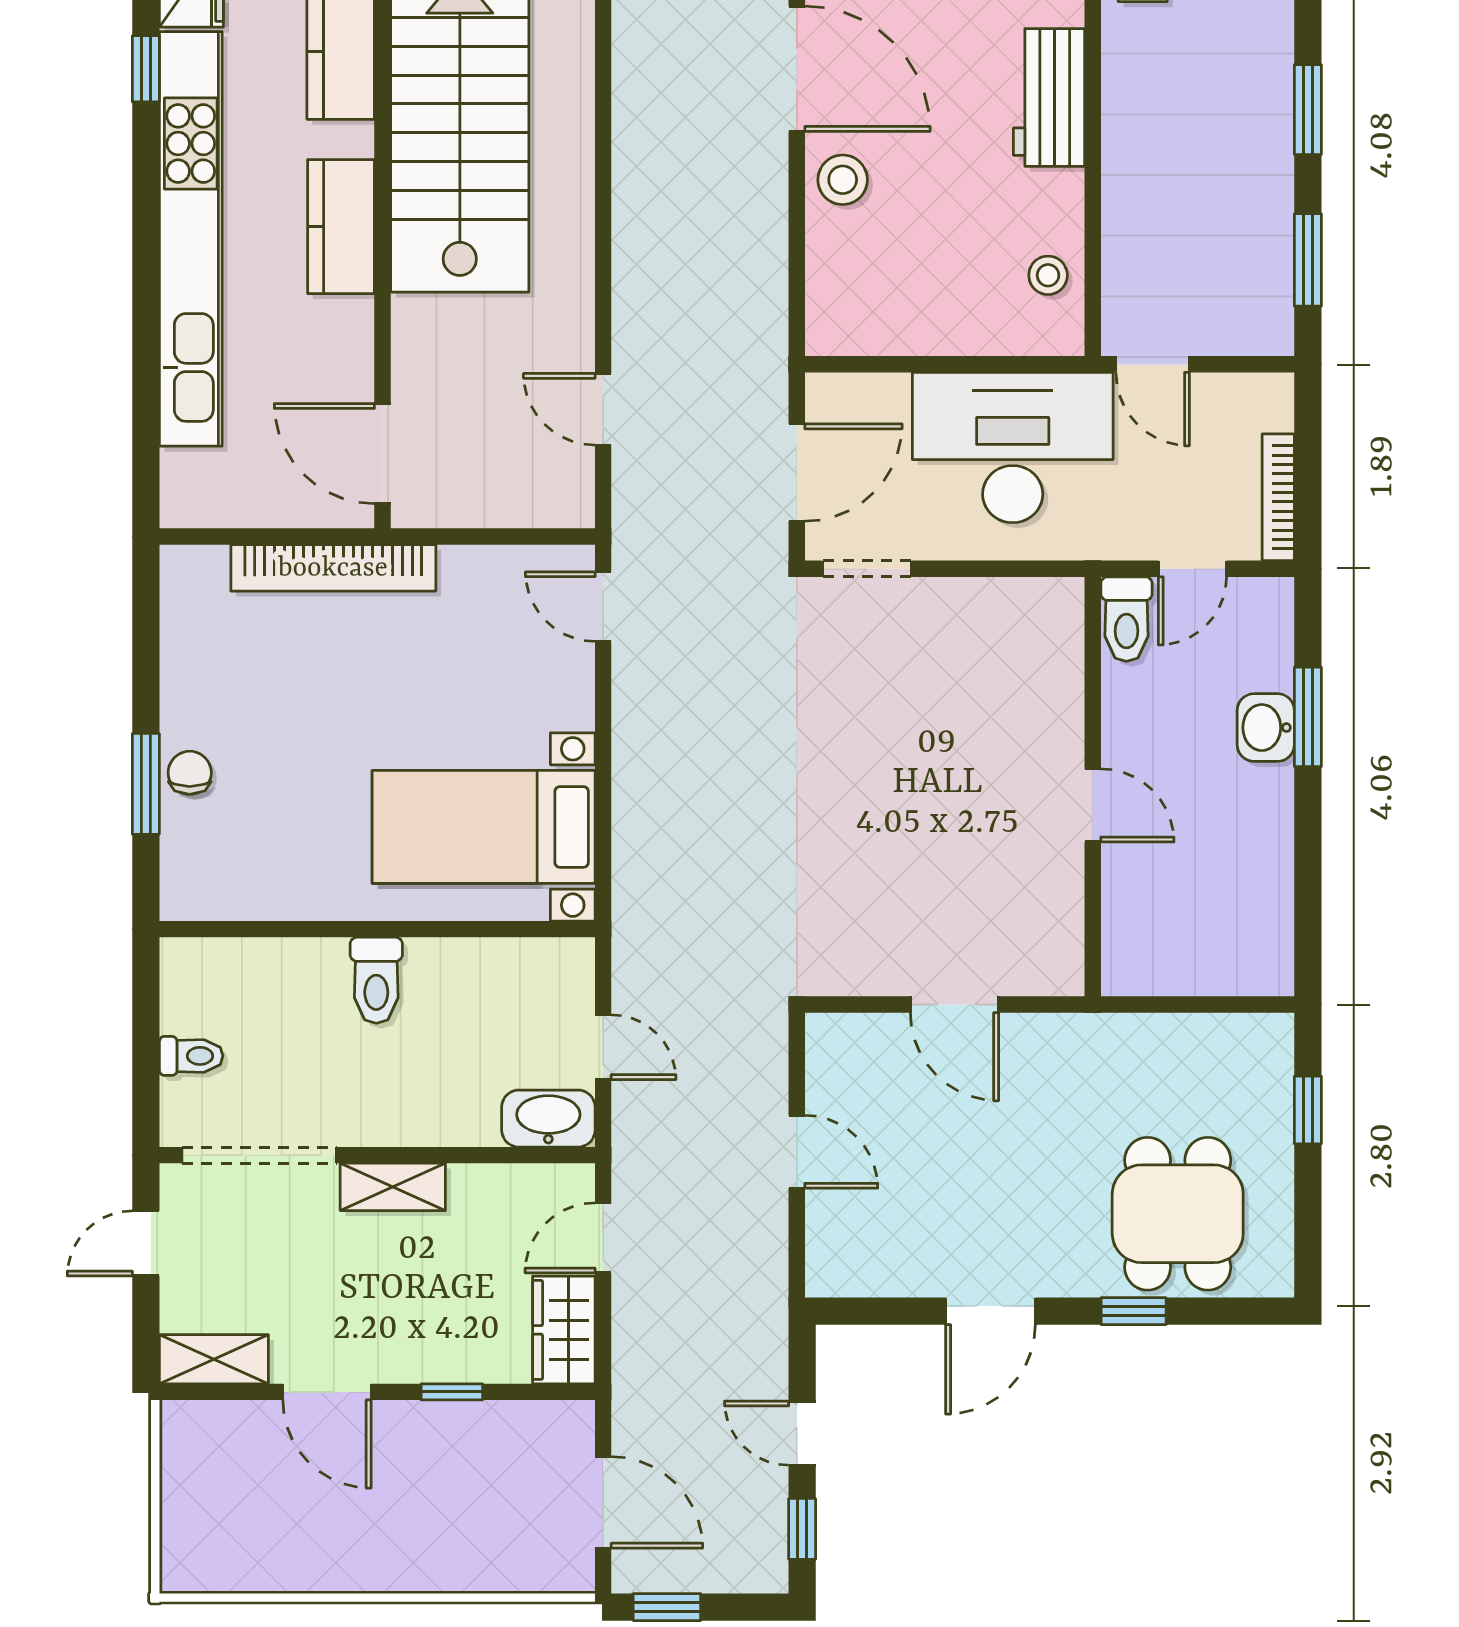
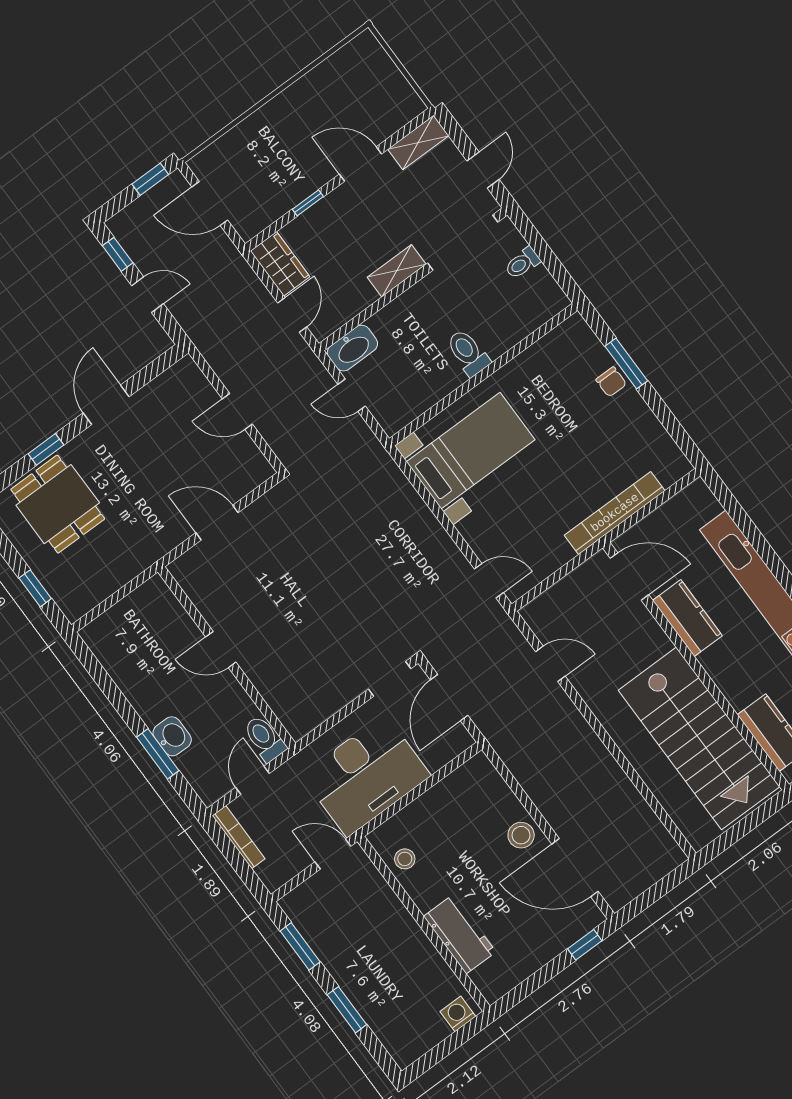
kitchen counter: (341, 227) -> (687, 618), moved

